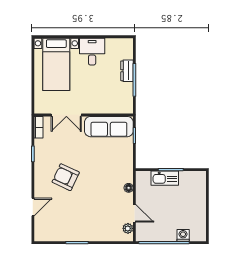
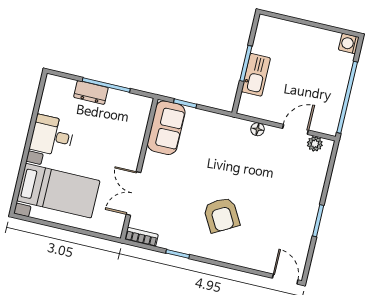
double door: (66, 115) -> (133, 193), swing flipped
sofa: (109, 127) -> (166, 128), width x0.73
armchair: (66, 177) -> (222, 215), turned -54
door: (33, 207) -> (285, 279), moved
washing machine: (183, 235) -> (349, 44), moved

